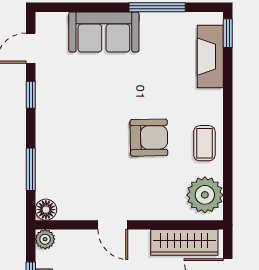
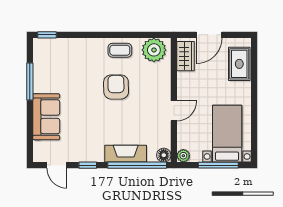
fireplace: (210, 57) -> (126, 154), moved, turned 180
window: (31, 169) -> (137, 165), width x2.11
wardrobe: (184, 242) -> (185, 56), width x0.67

